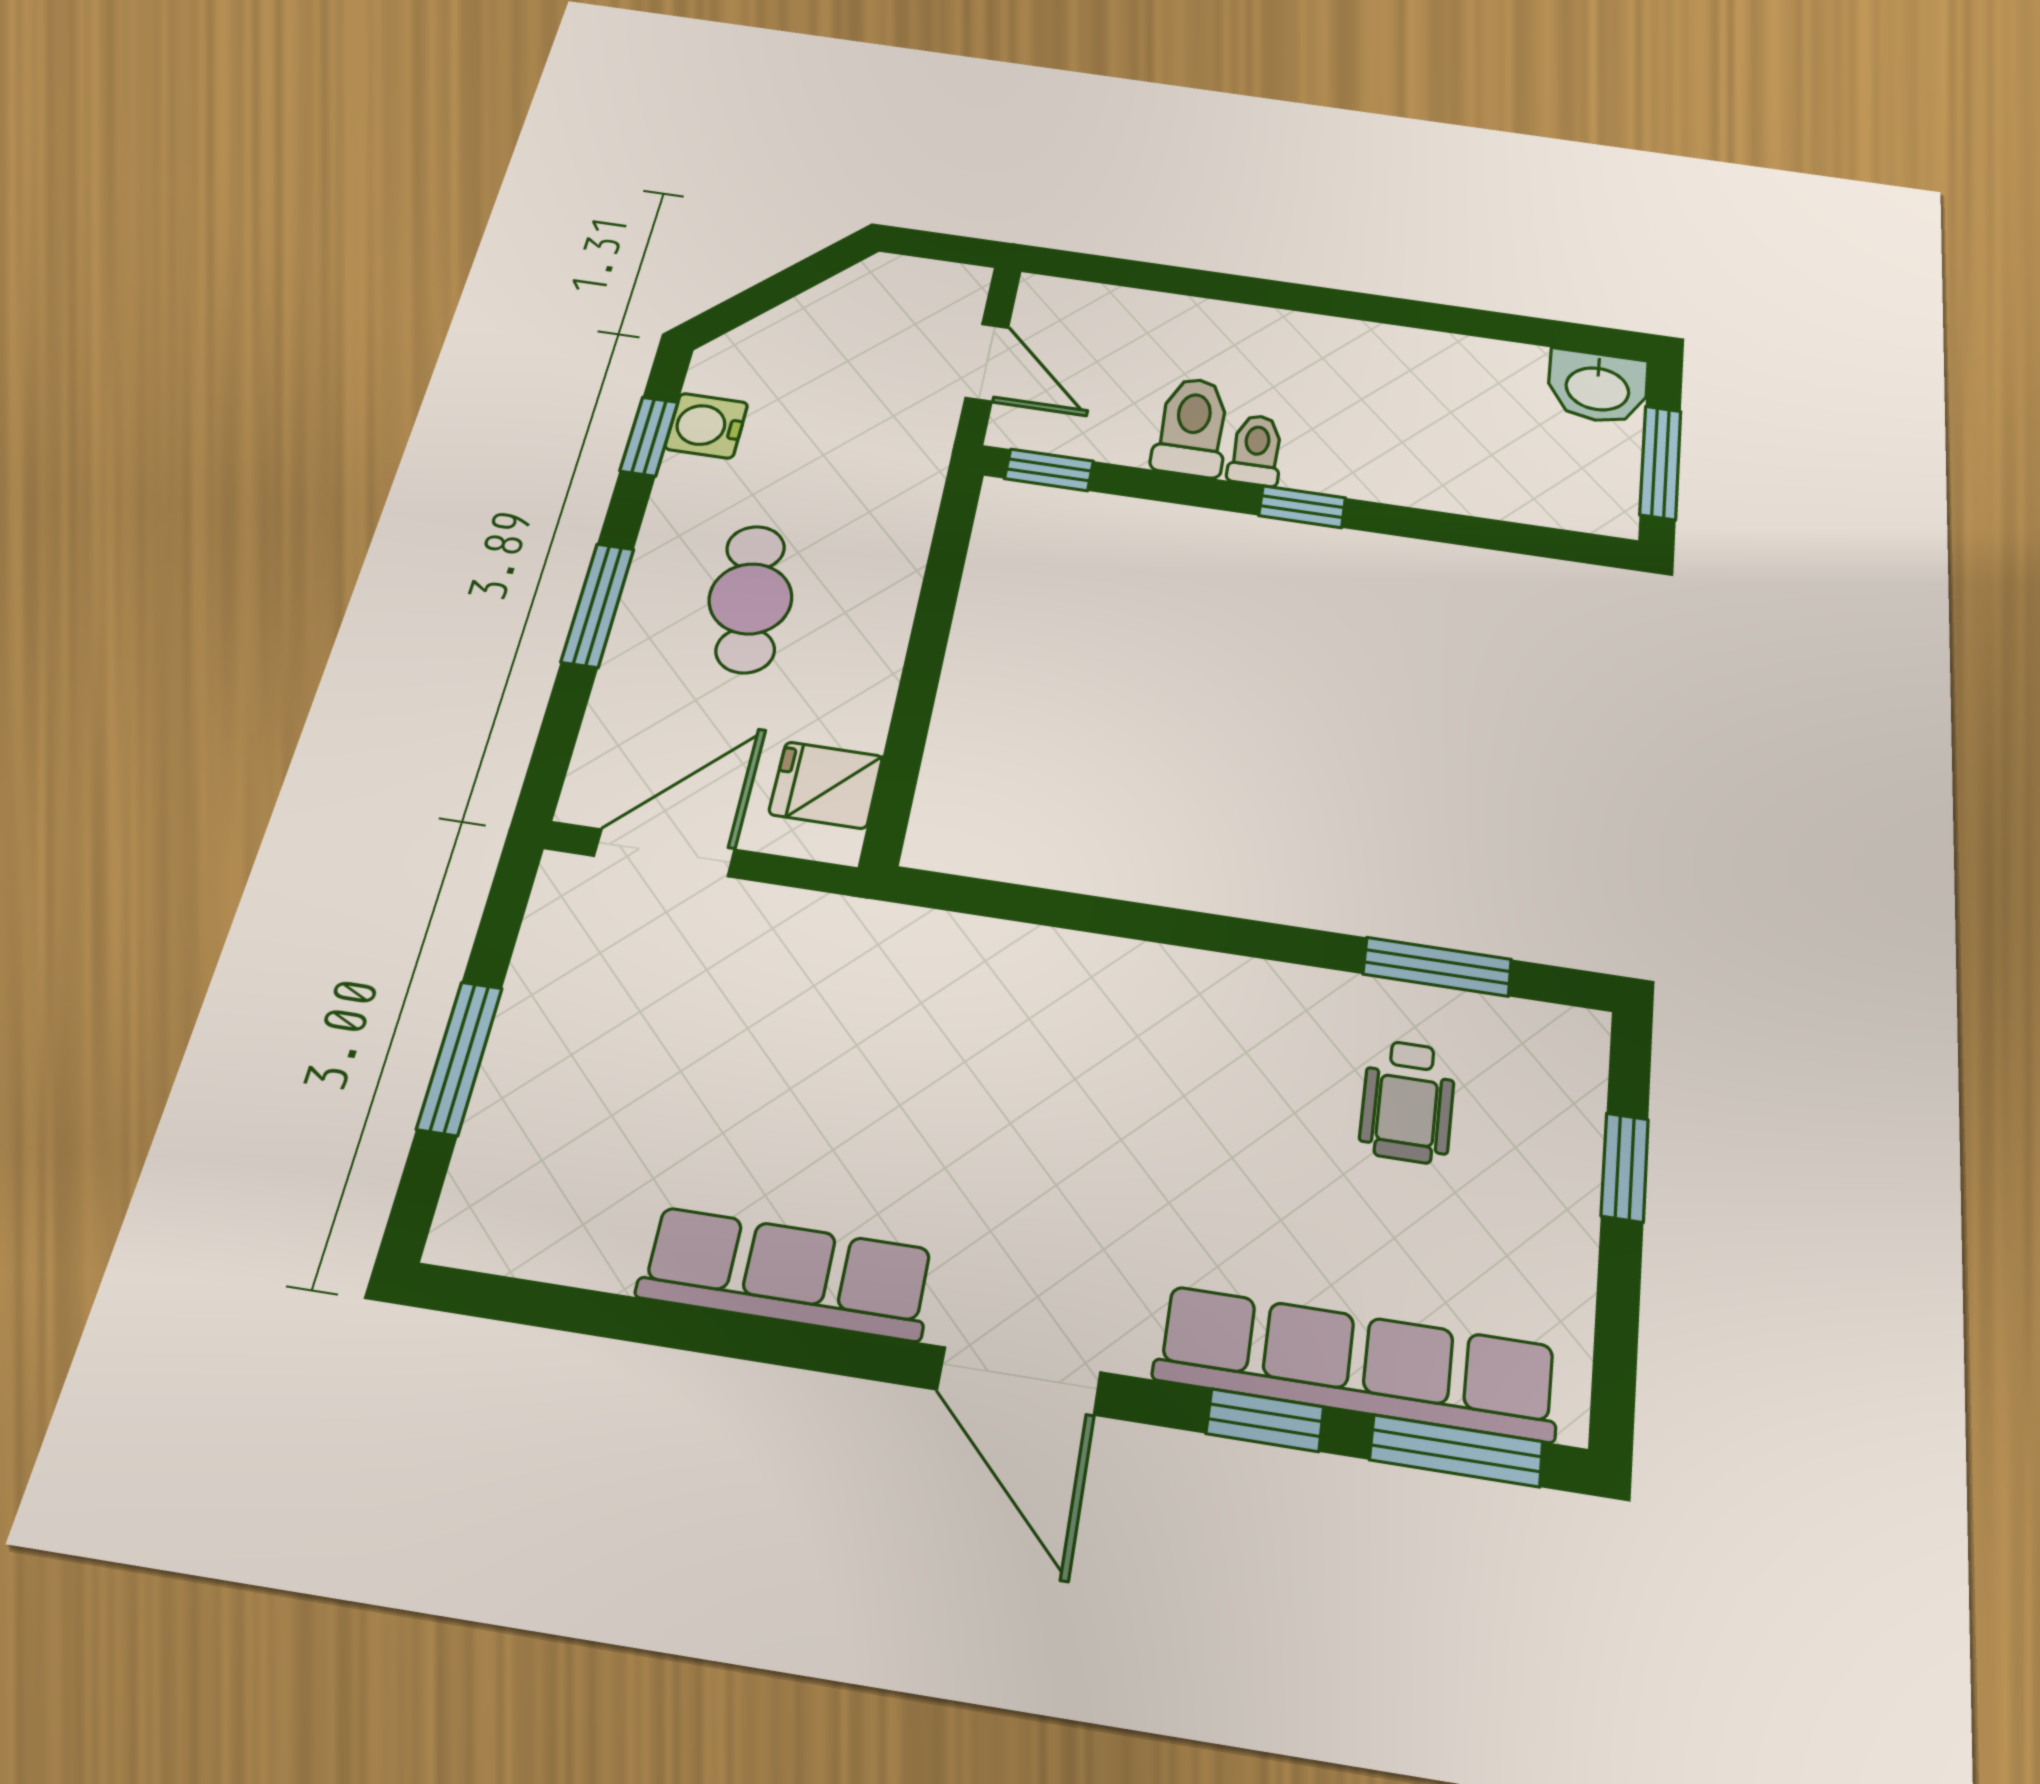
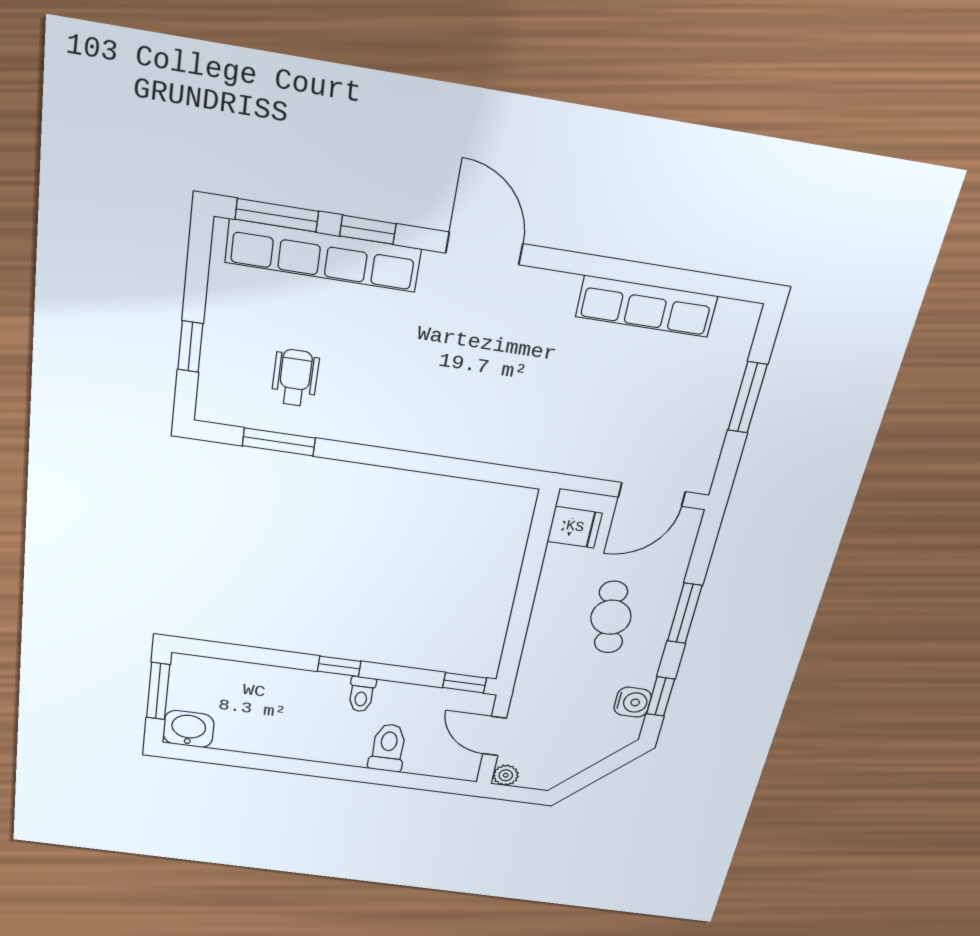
plant: (964, 284) -> (506, 775), added
toilet: (1192, 427) -> (388, 748), moved, turned 180
row of seats: (787, 1274) -> (647, 306), moved

